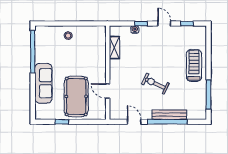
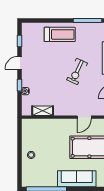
treadmill: (194, 65) -> (60, 34), turned 180

